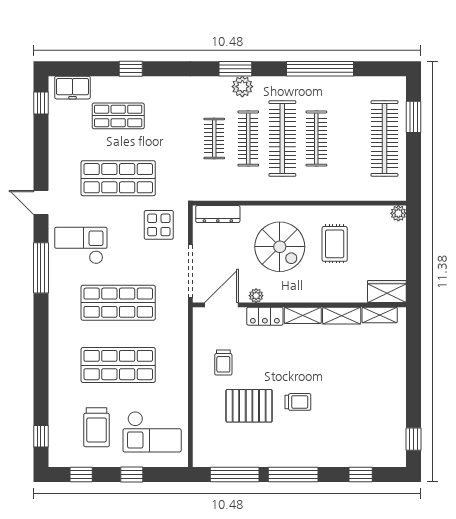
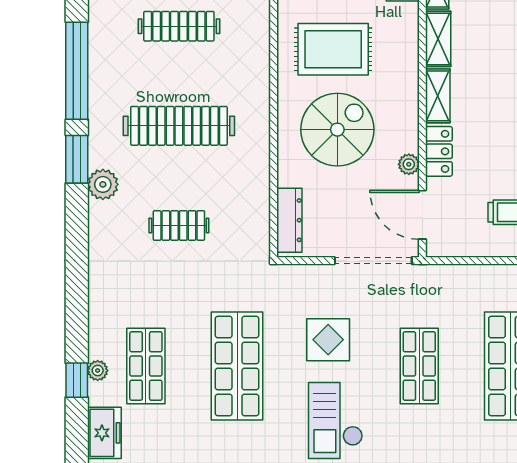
window: (131, 69) -> (77, 380), moved
window: (235, 69) -> (77, 159), moved
plant: (115, 83) -> (98, 371), added
clothes rail: (248, 139) -> (179, 176), removed
clothes rail: (316, 139) -> (179, 26), moved
display table: (159, 225) -> (328, 340), moved
rug: (335, 244) -> (333, 49), width x1.36, depth x1.43
shop shelf: (118, 303) -> (419, 366), width x0.70, depth x0.74

